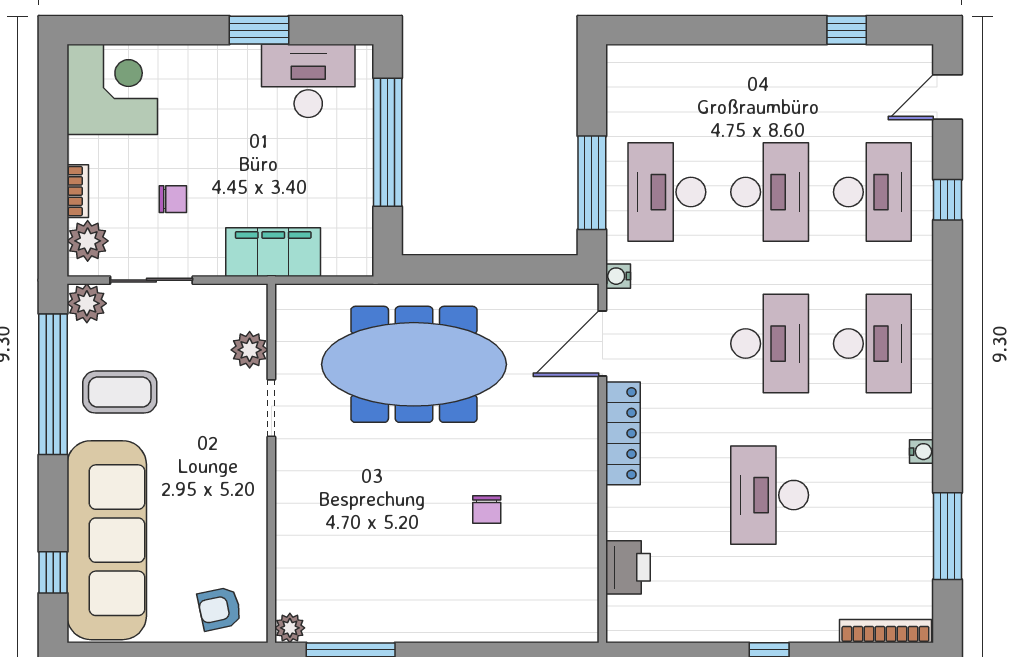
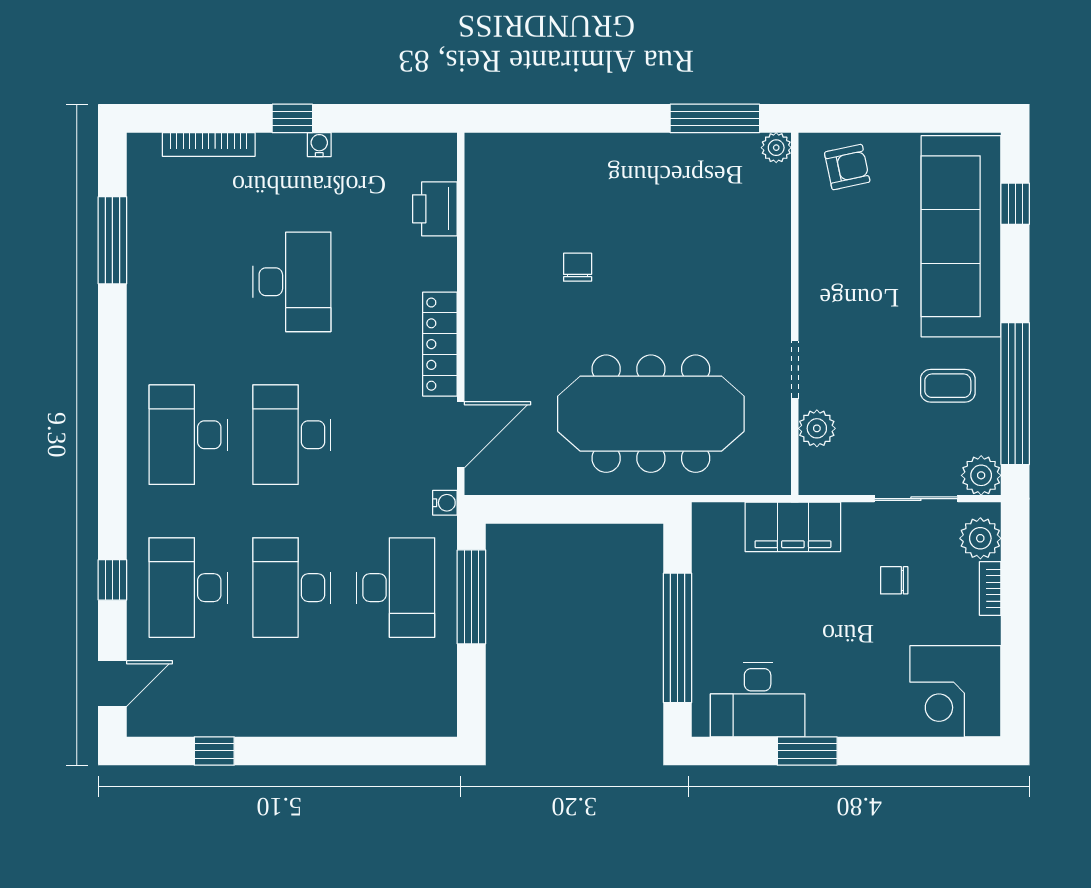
coffee table: (120, 392) -> (948, 386), width x0.73, depth x0.77
water cooler: (922, 452) -> (319, 145), moved, turned 90
bookcase: (885, 631) -> (209, 144), moved

